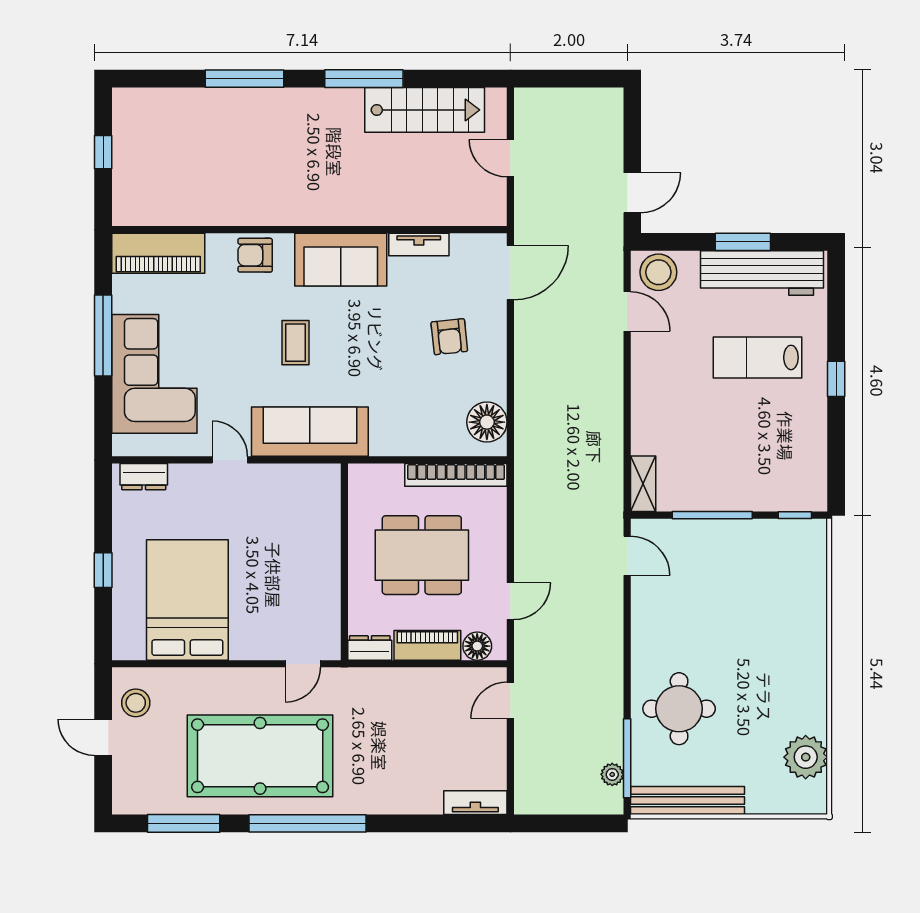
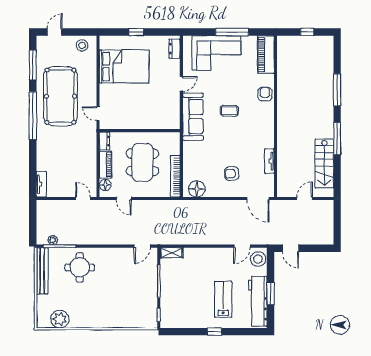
sofa: (341, 260) -> (263, 129), removed
door: (103, 737) -> (55, 32), moved

